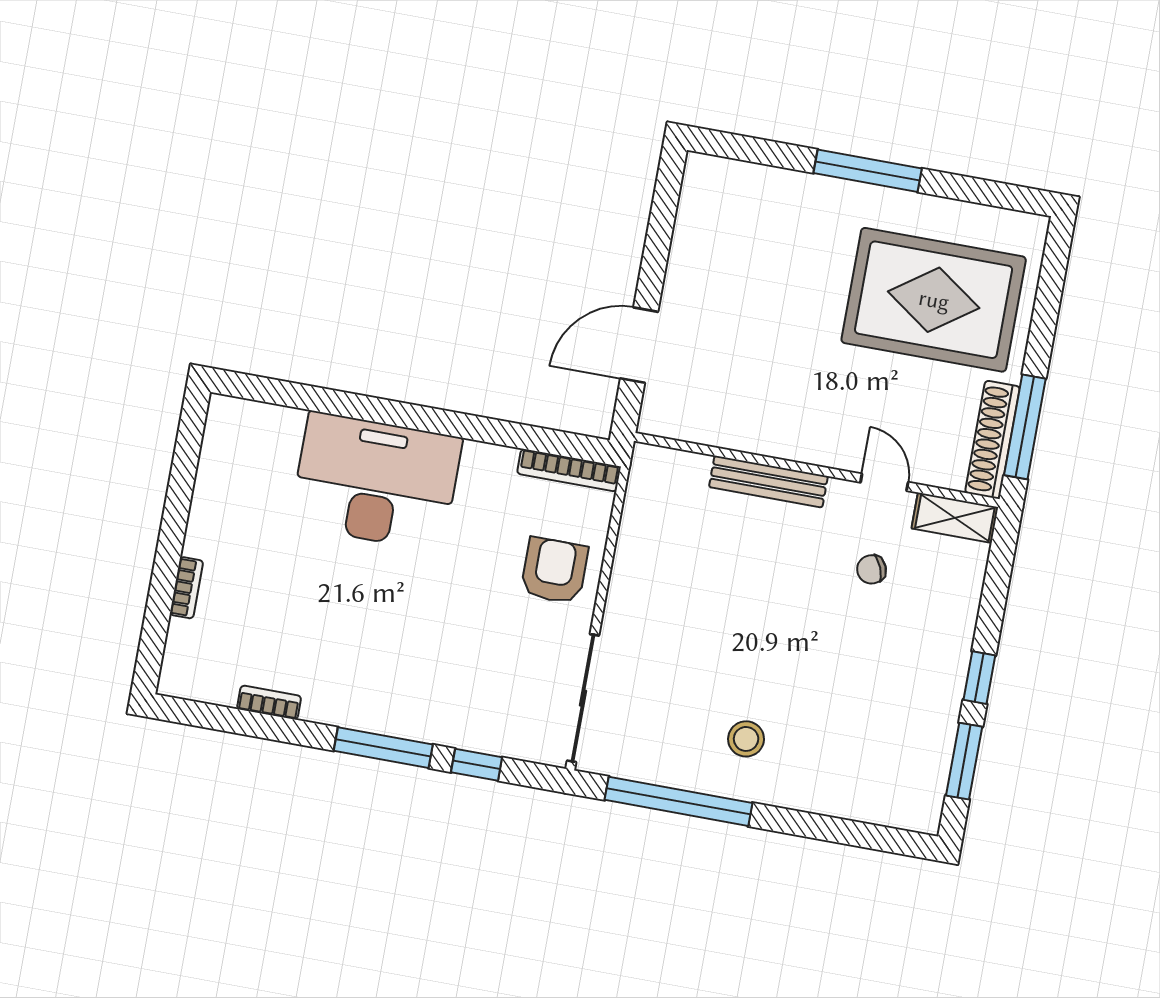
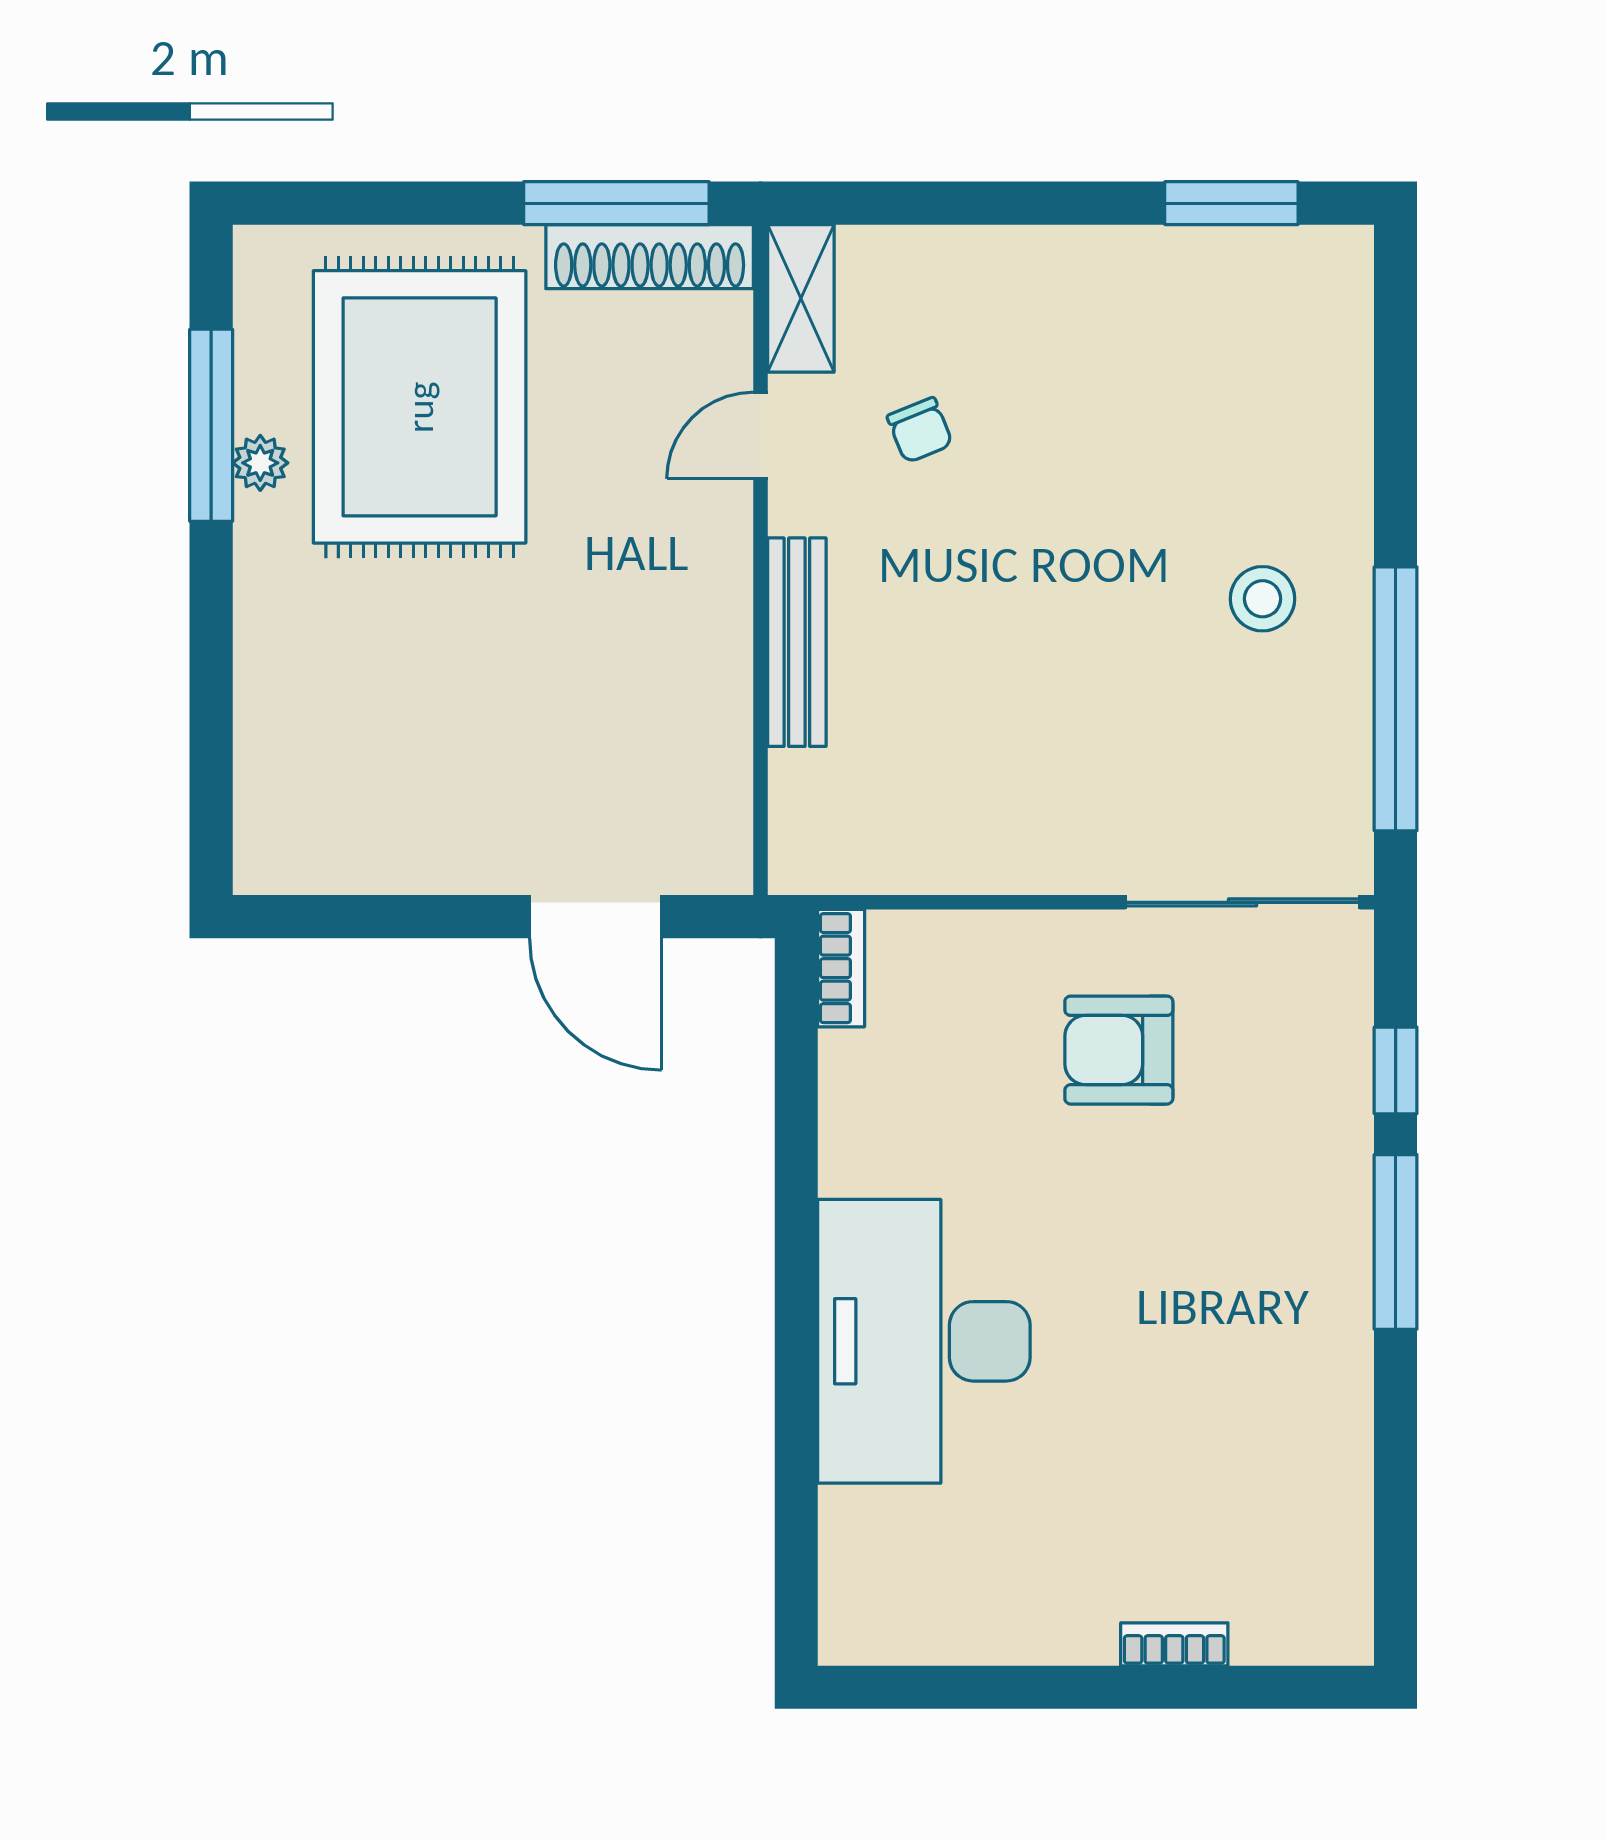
window: (868, 171) -> (211, 425), moved
plant: (919, 208) -> (260, 463), added
bookcase: (569, 470) -> (841, 968), width x0.64
armchair: (554, 571) -> (1119, 1050), moved
window: (979, 678) -> (1078, 203), removed
bookcase: (269, 702) -> (1352, 1460), removed

